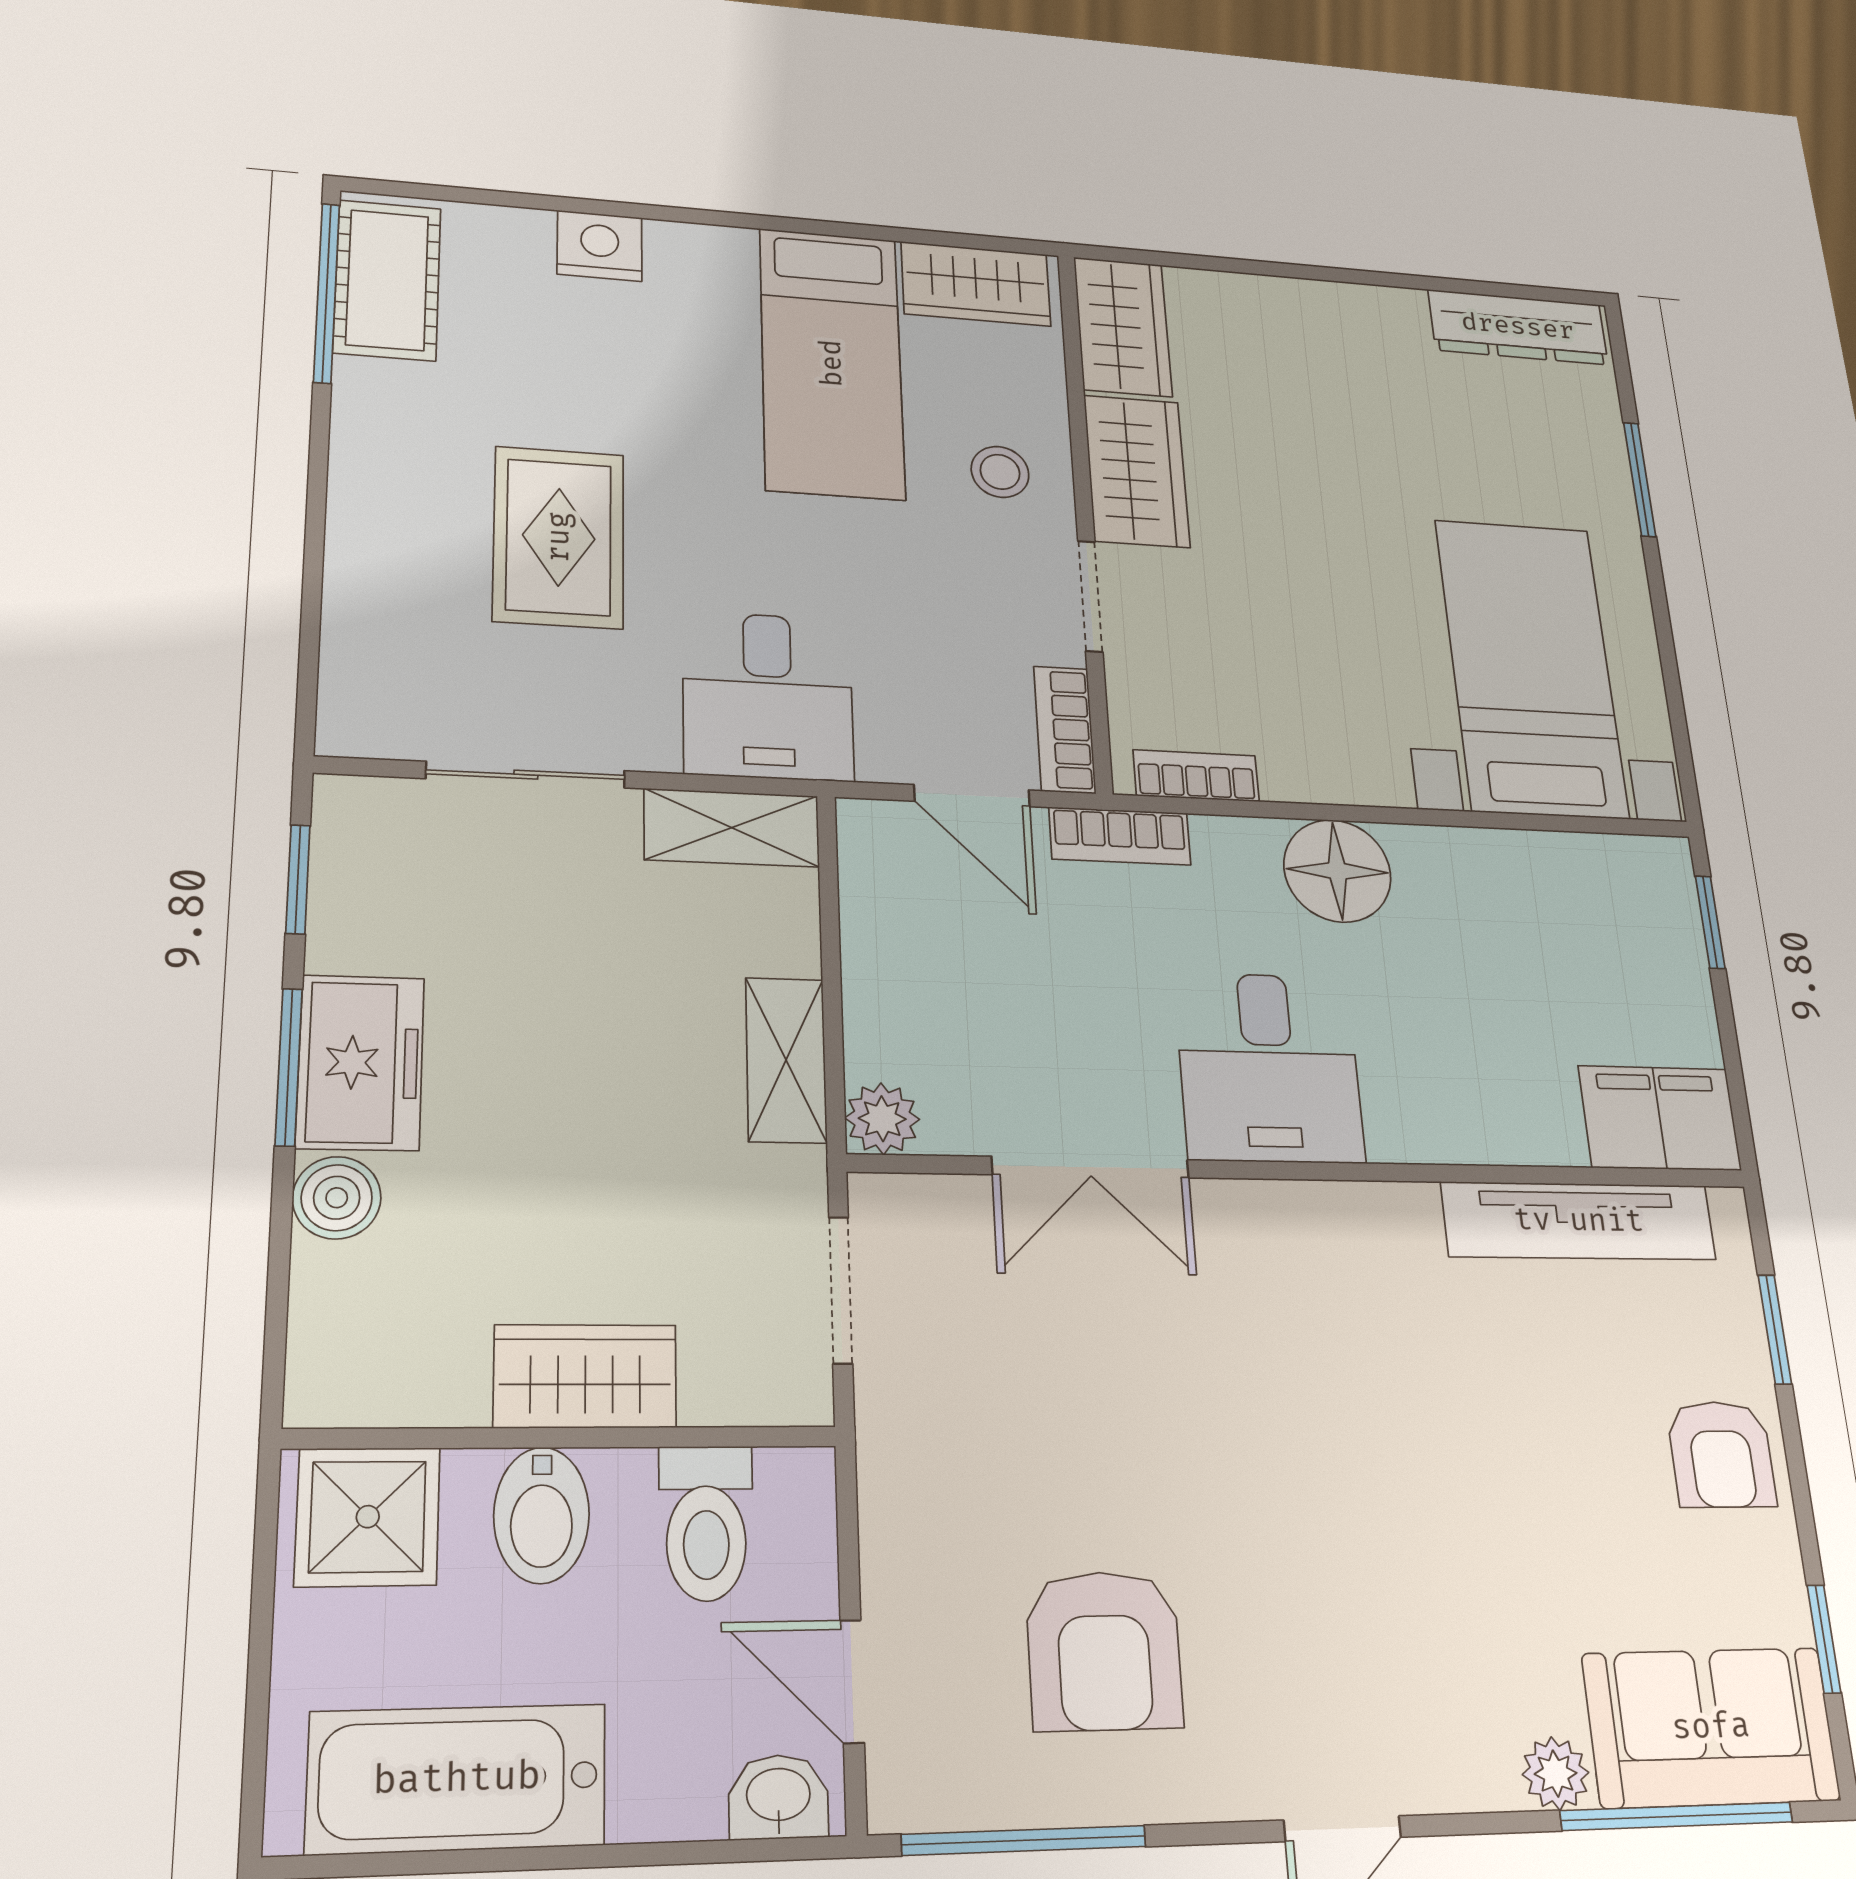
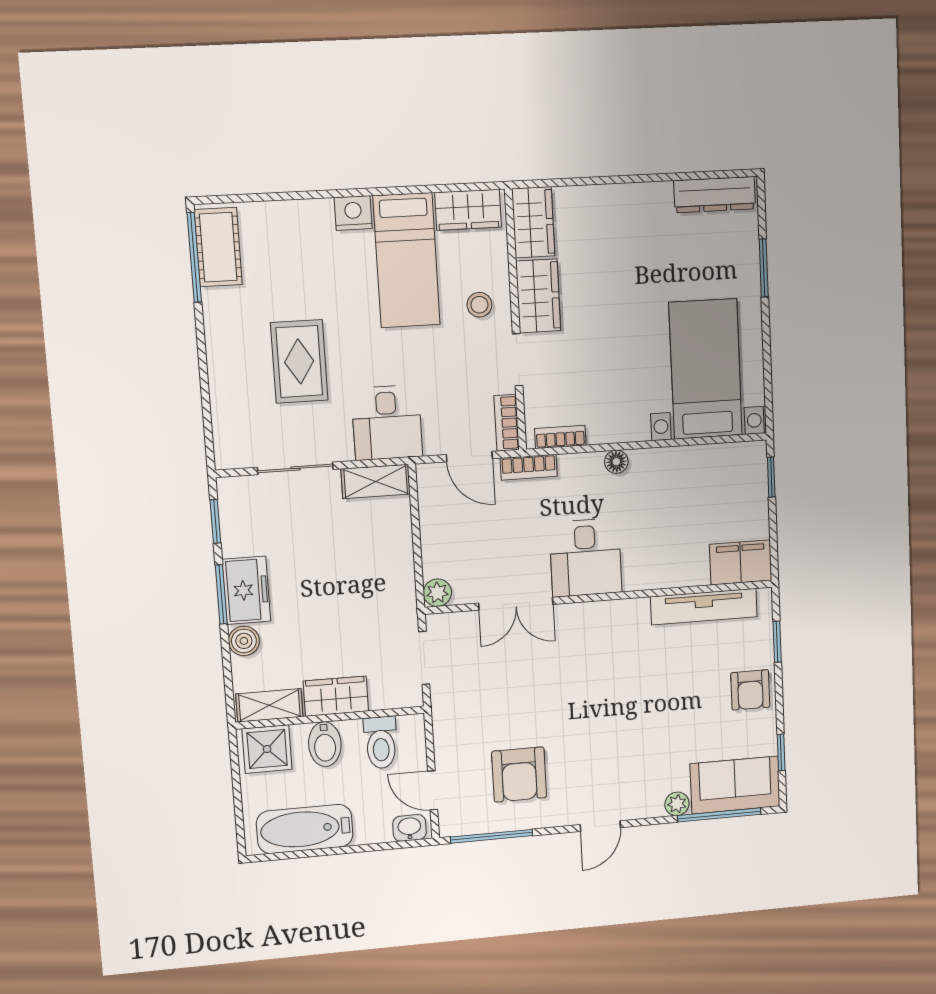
nightstand: (600, 246) -> (353, 213), moved
floor lamp: (1337, 871) -> (616, 462), width x0.53, depth x0.53
shelving: (786, 1060) -> (269, 705), moved, turned 90

